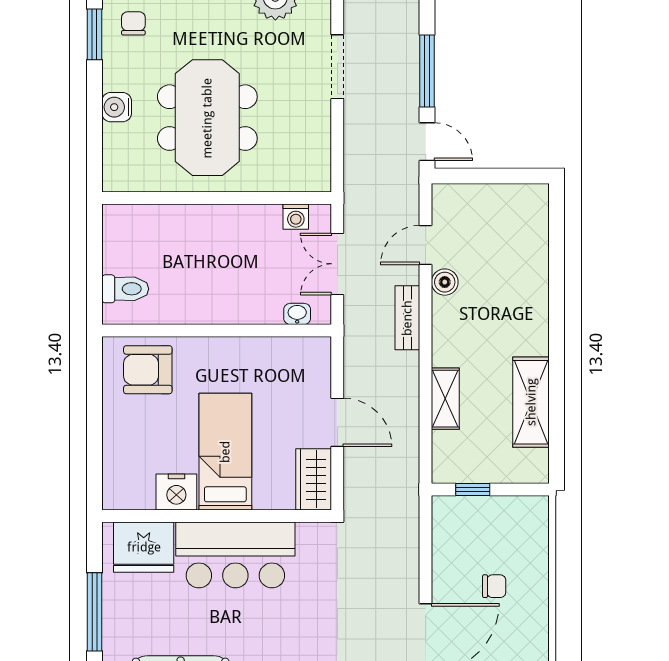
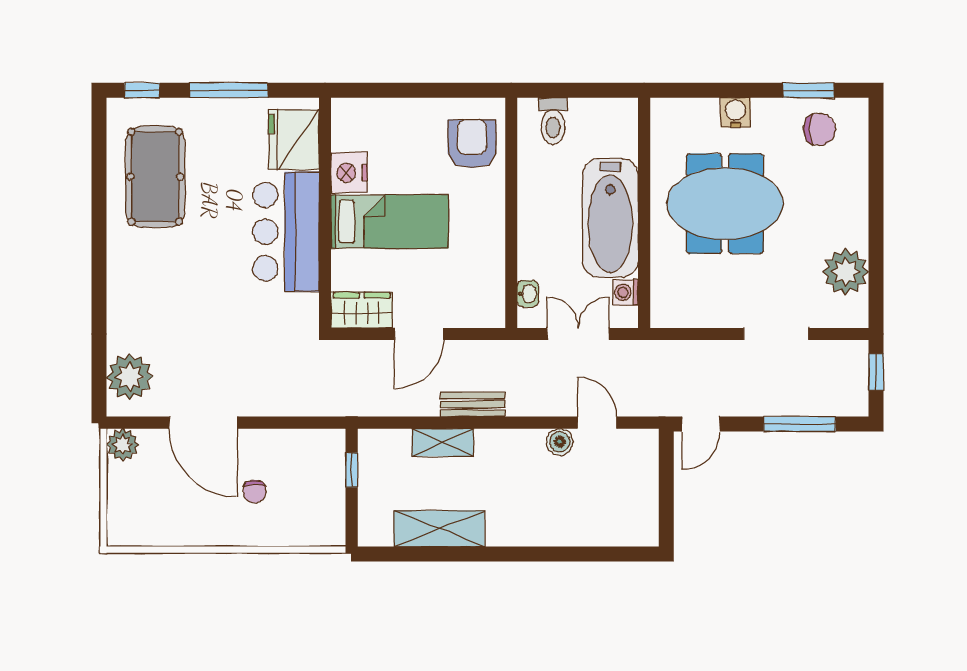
chair: (133, 23) -> (819, 129), width x1.37, depth x1.37
window: (427, 71) -> (800, 424), moved
bathtub: (222, 232) -> (610, 218), added
bench: (407, 318) -> (473, 404), moved

